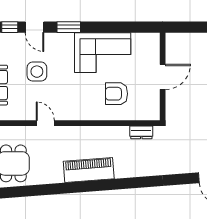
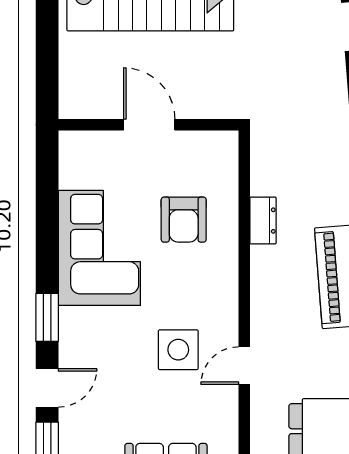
side table: (37, 72) -> (178, 350), moved
dresser: (141, 132) -> (263, 221), moved

